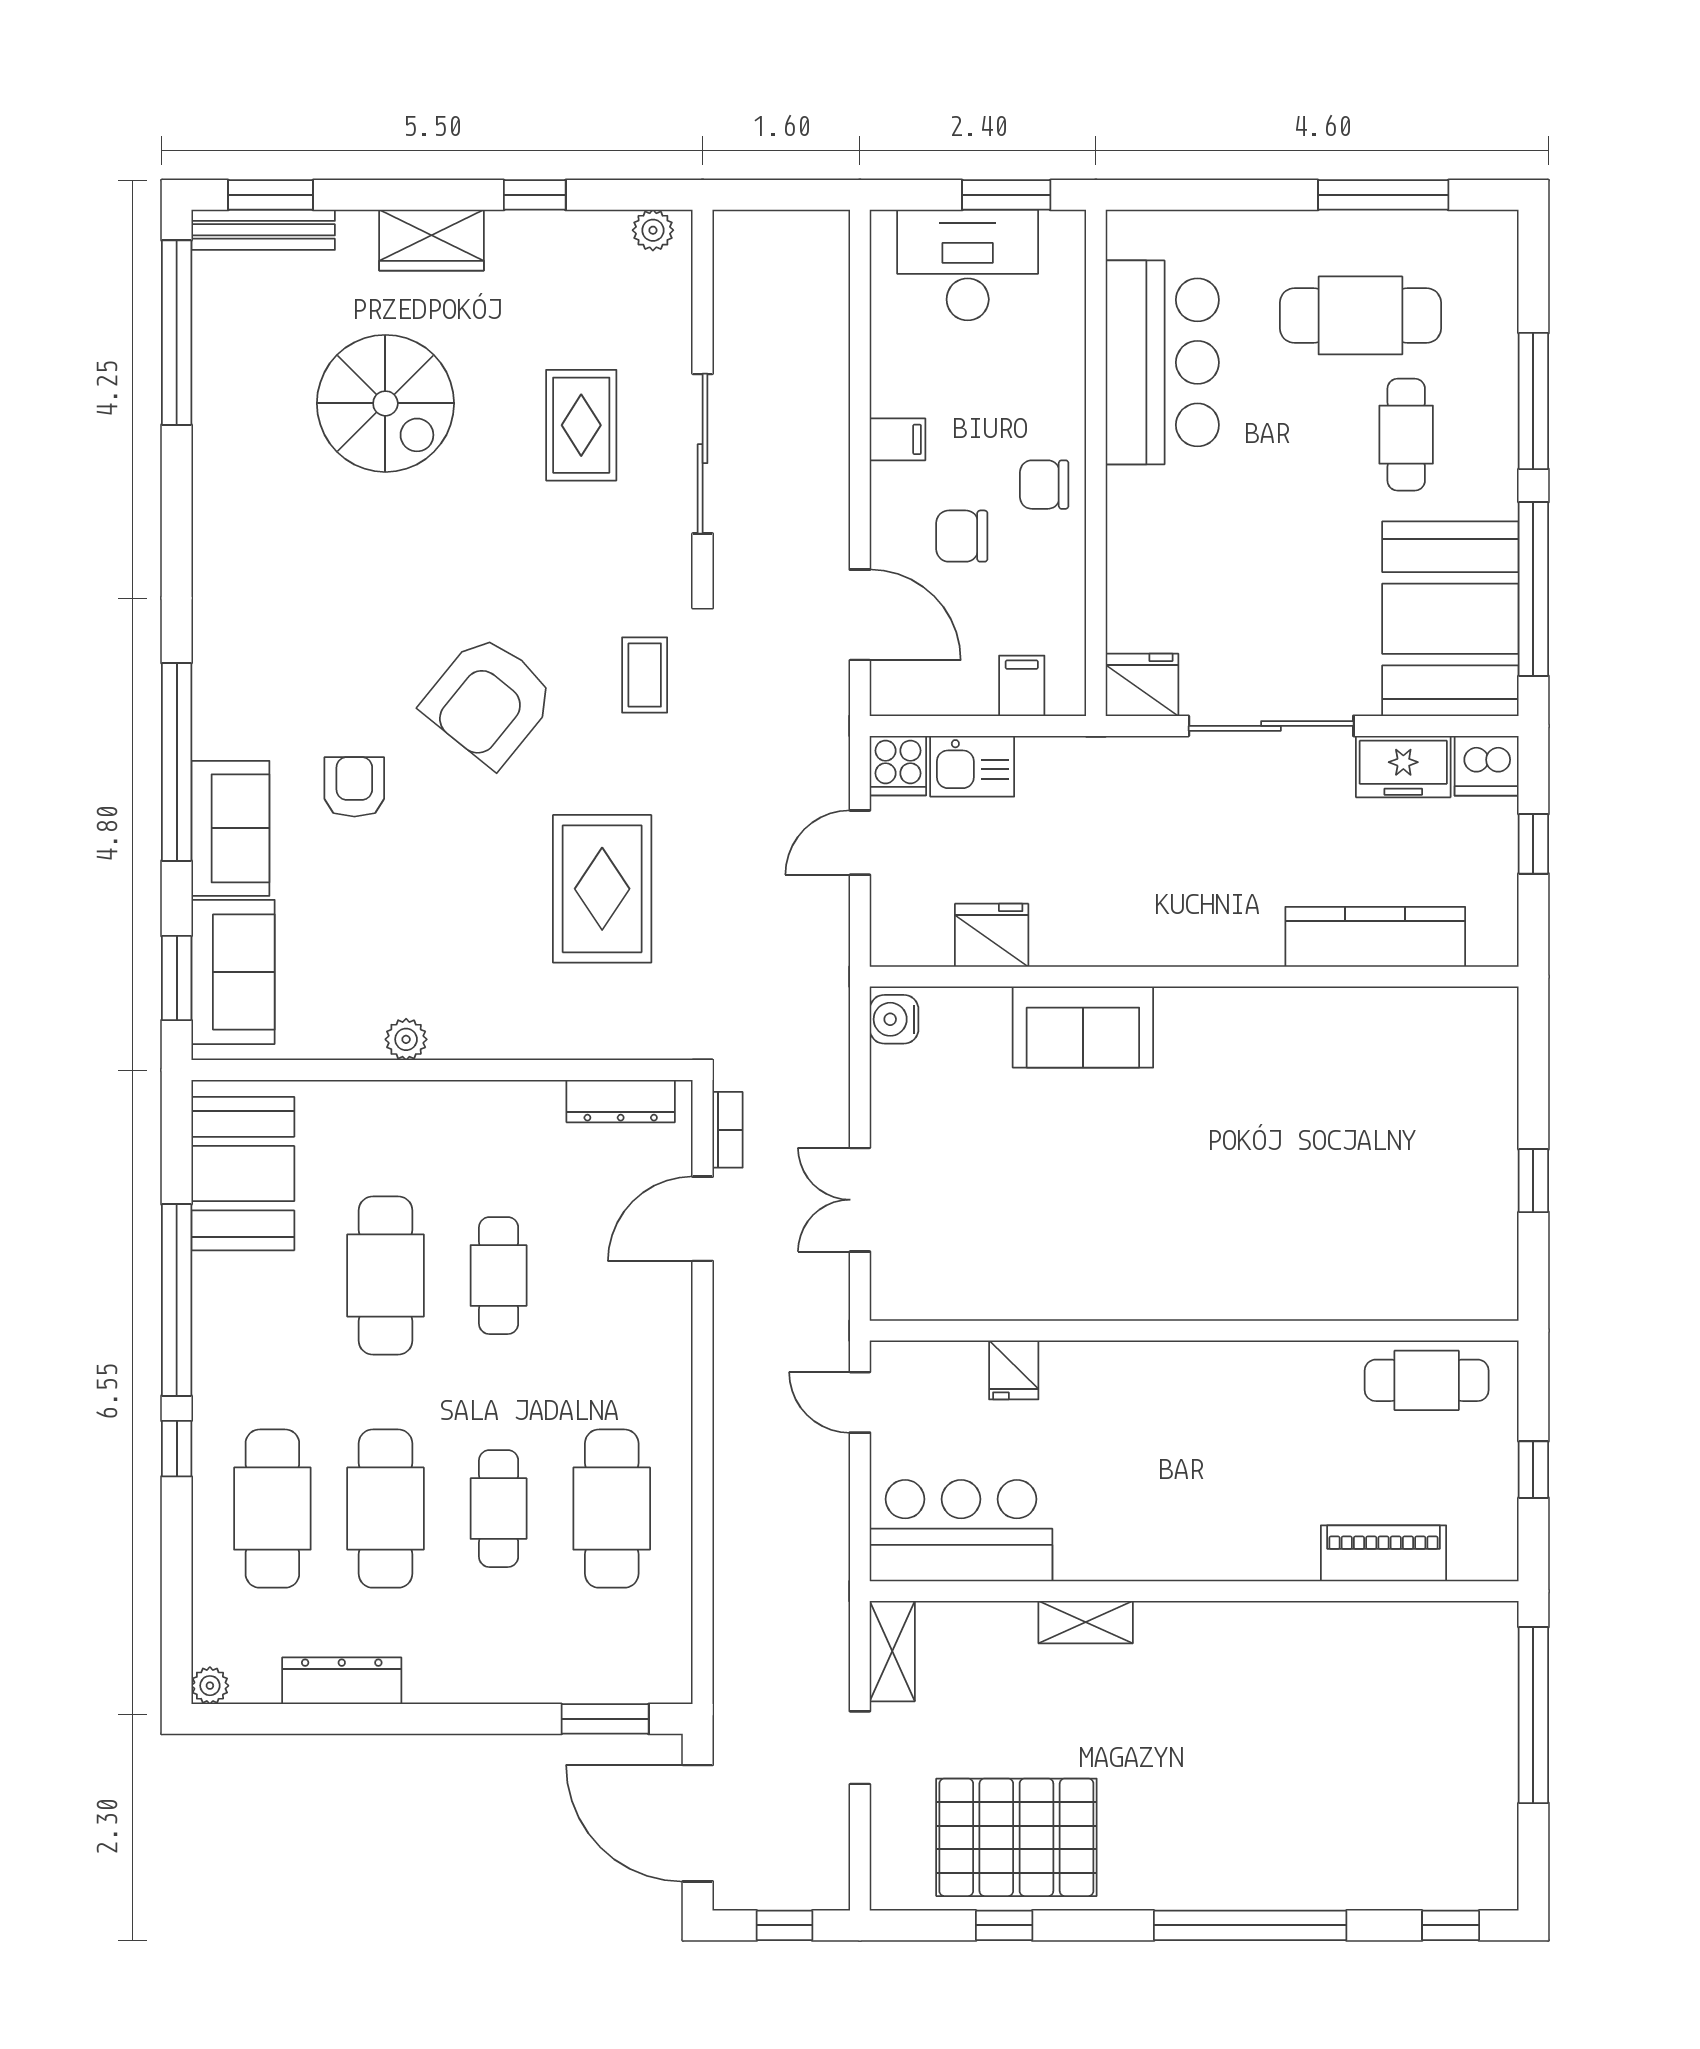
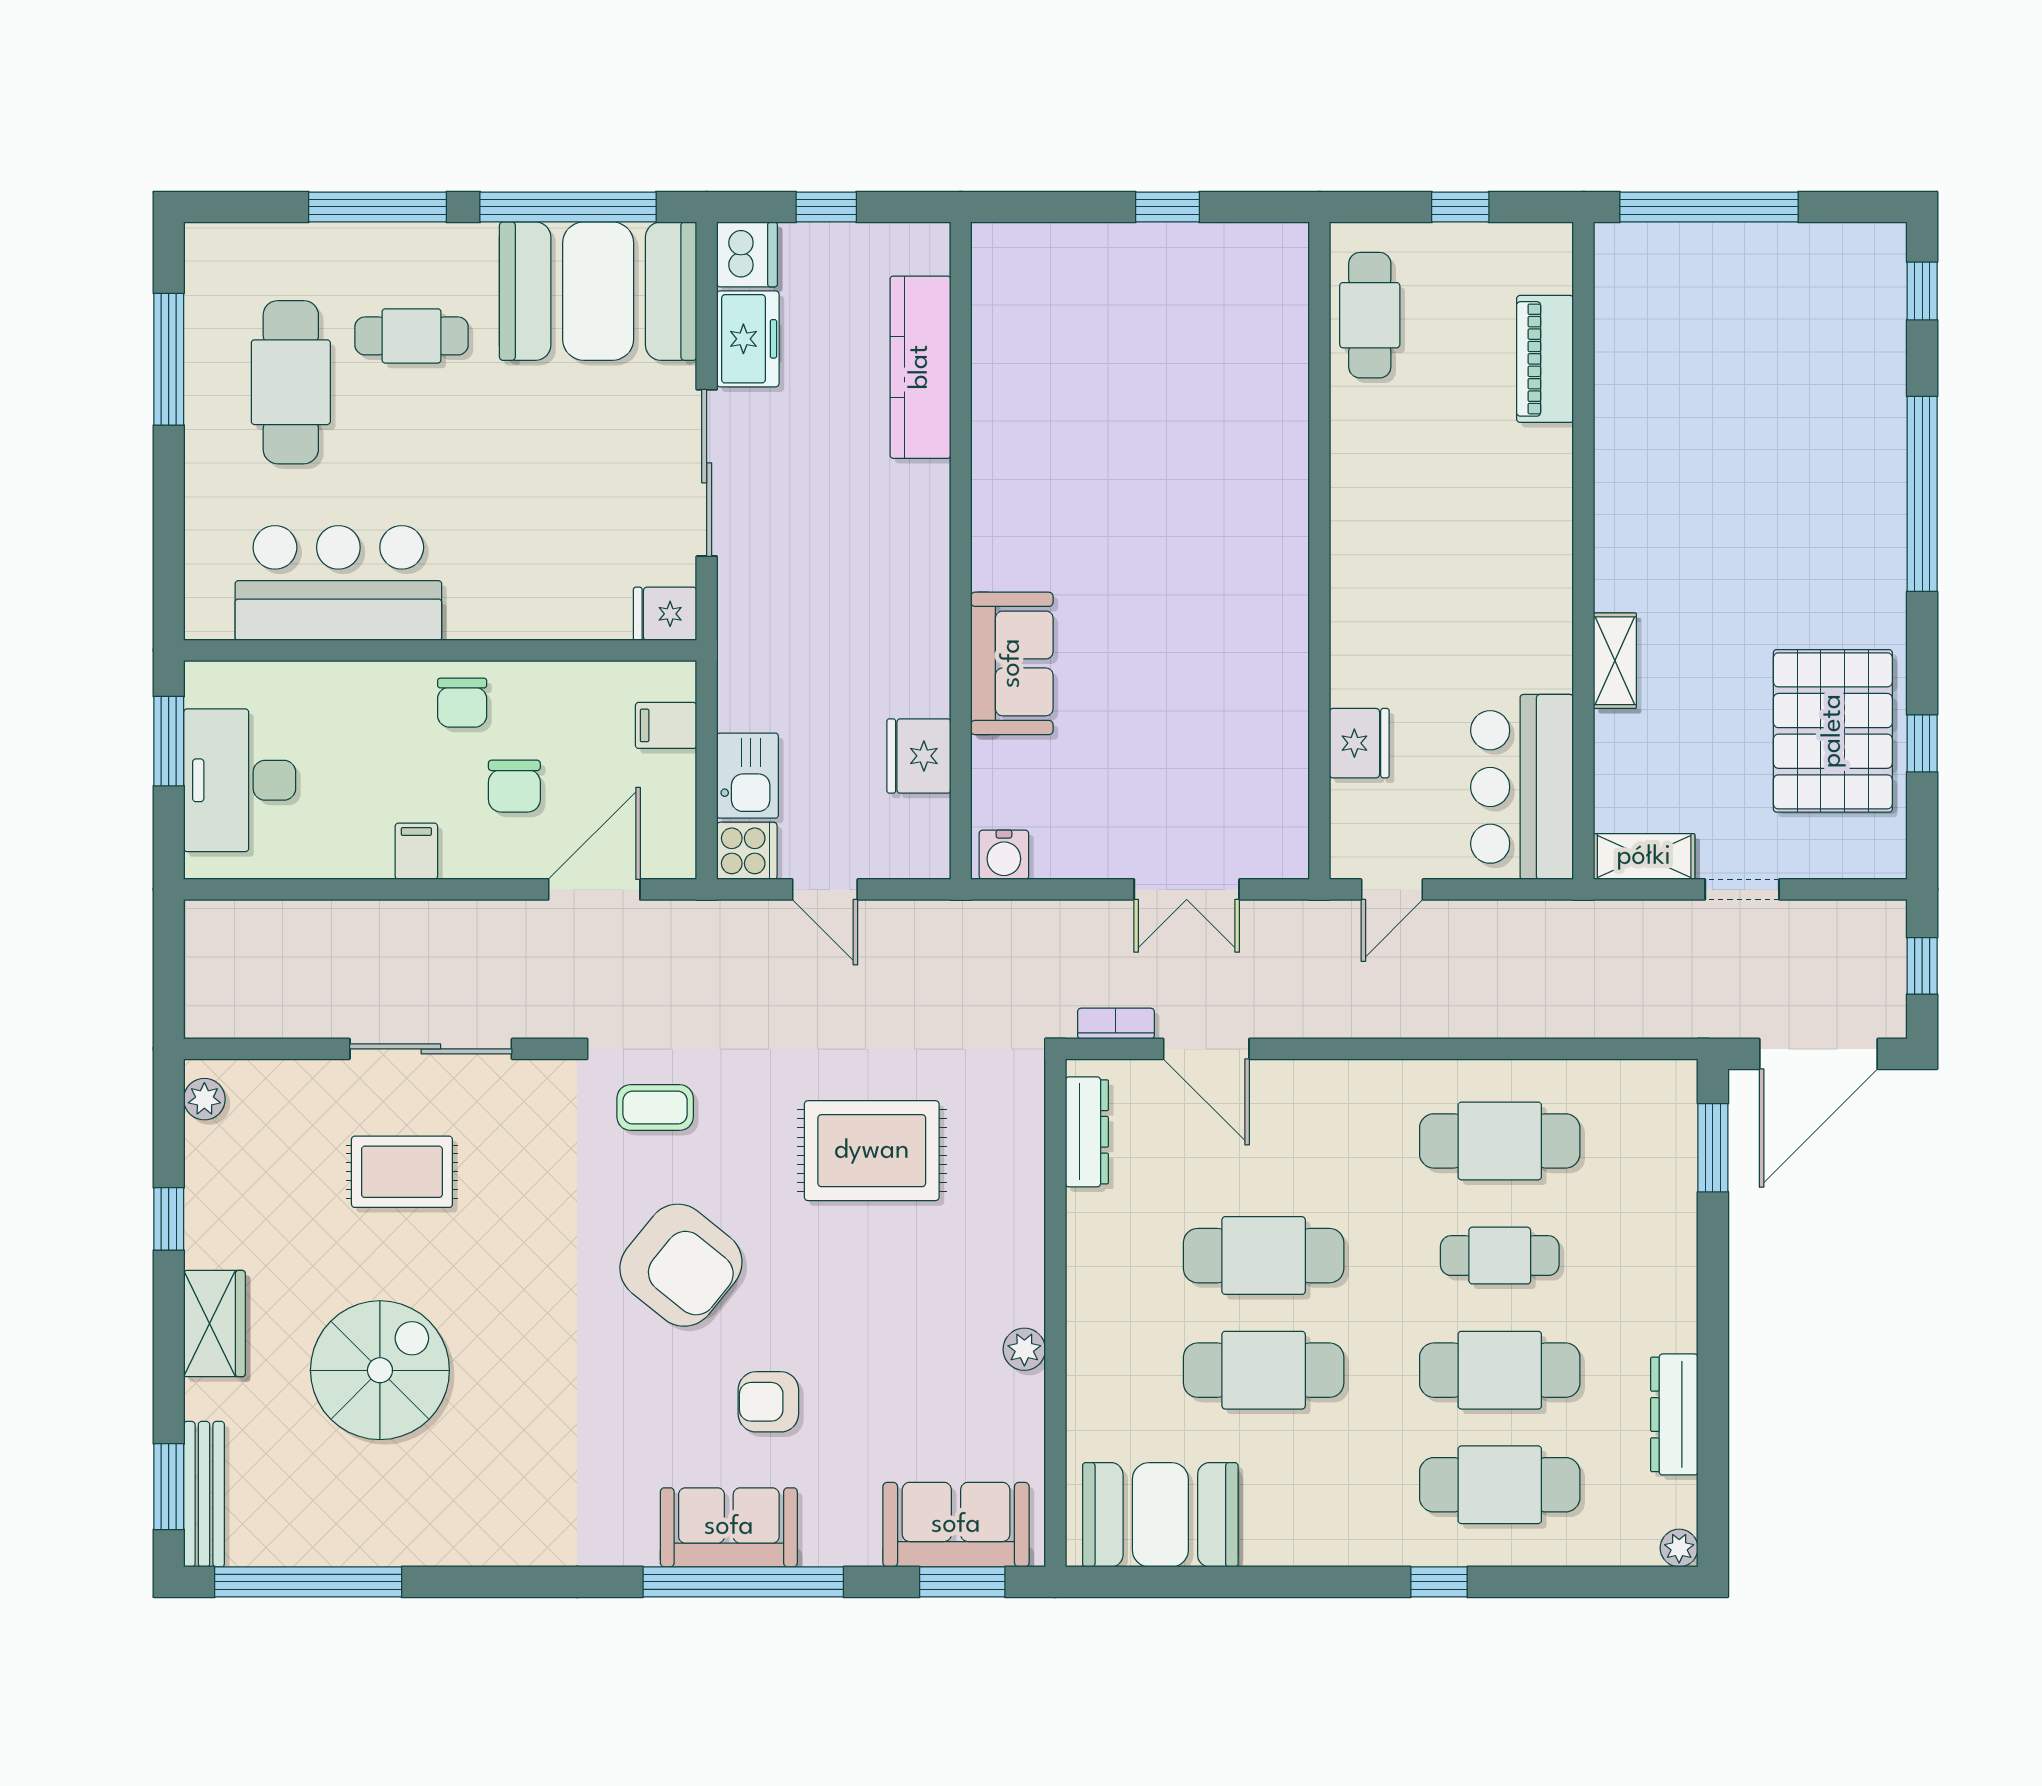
fridge: (1142, 685) -> (665, 614), width x0.72
sofa: (230, 828) -> (729, 1527), moved
cafe table: (499, 1276) -> (1264, 1256), width x1.37, depth x1.35
window: (177, 1300) -> (1288, 1582), removed
fridge: (1014, 1370) -> (1359, 743), width x1.38

